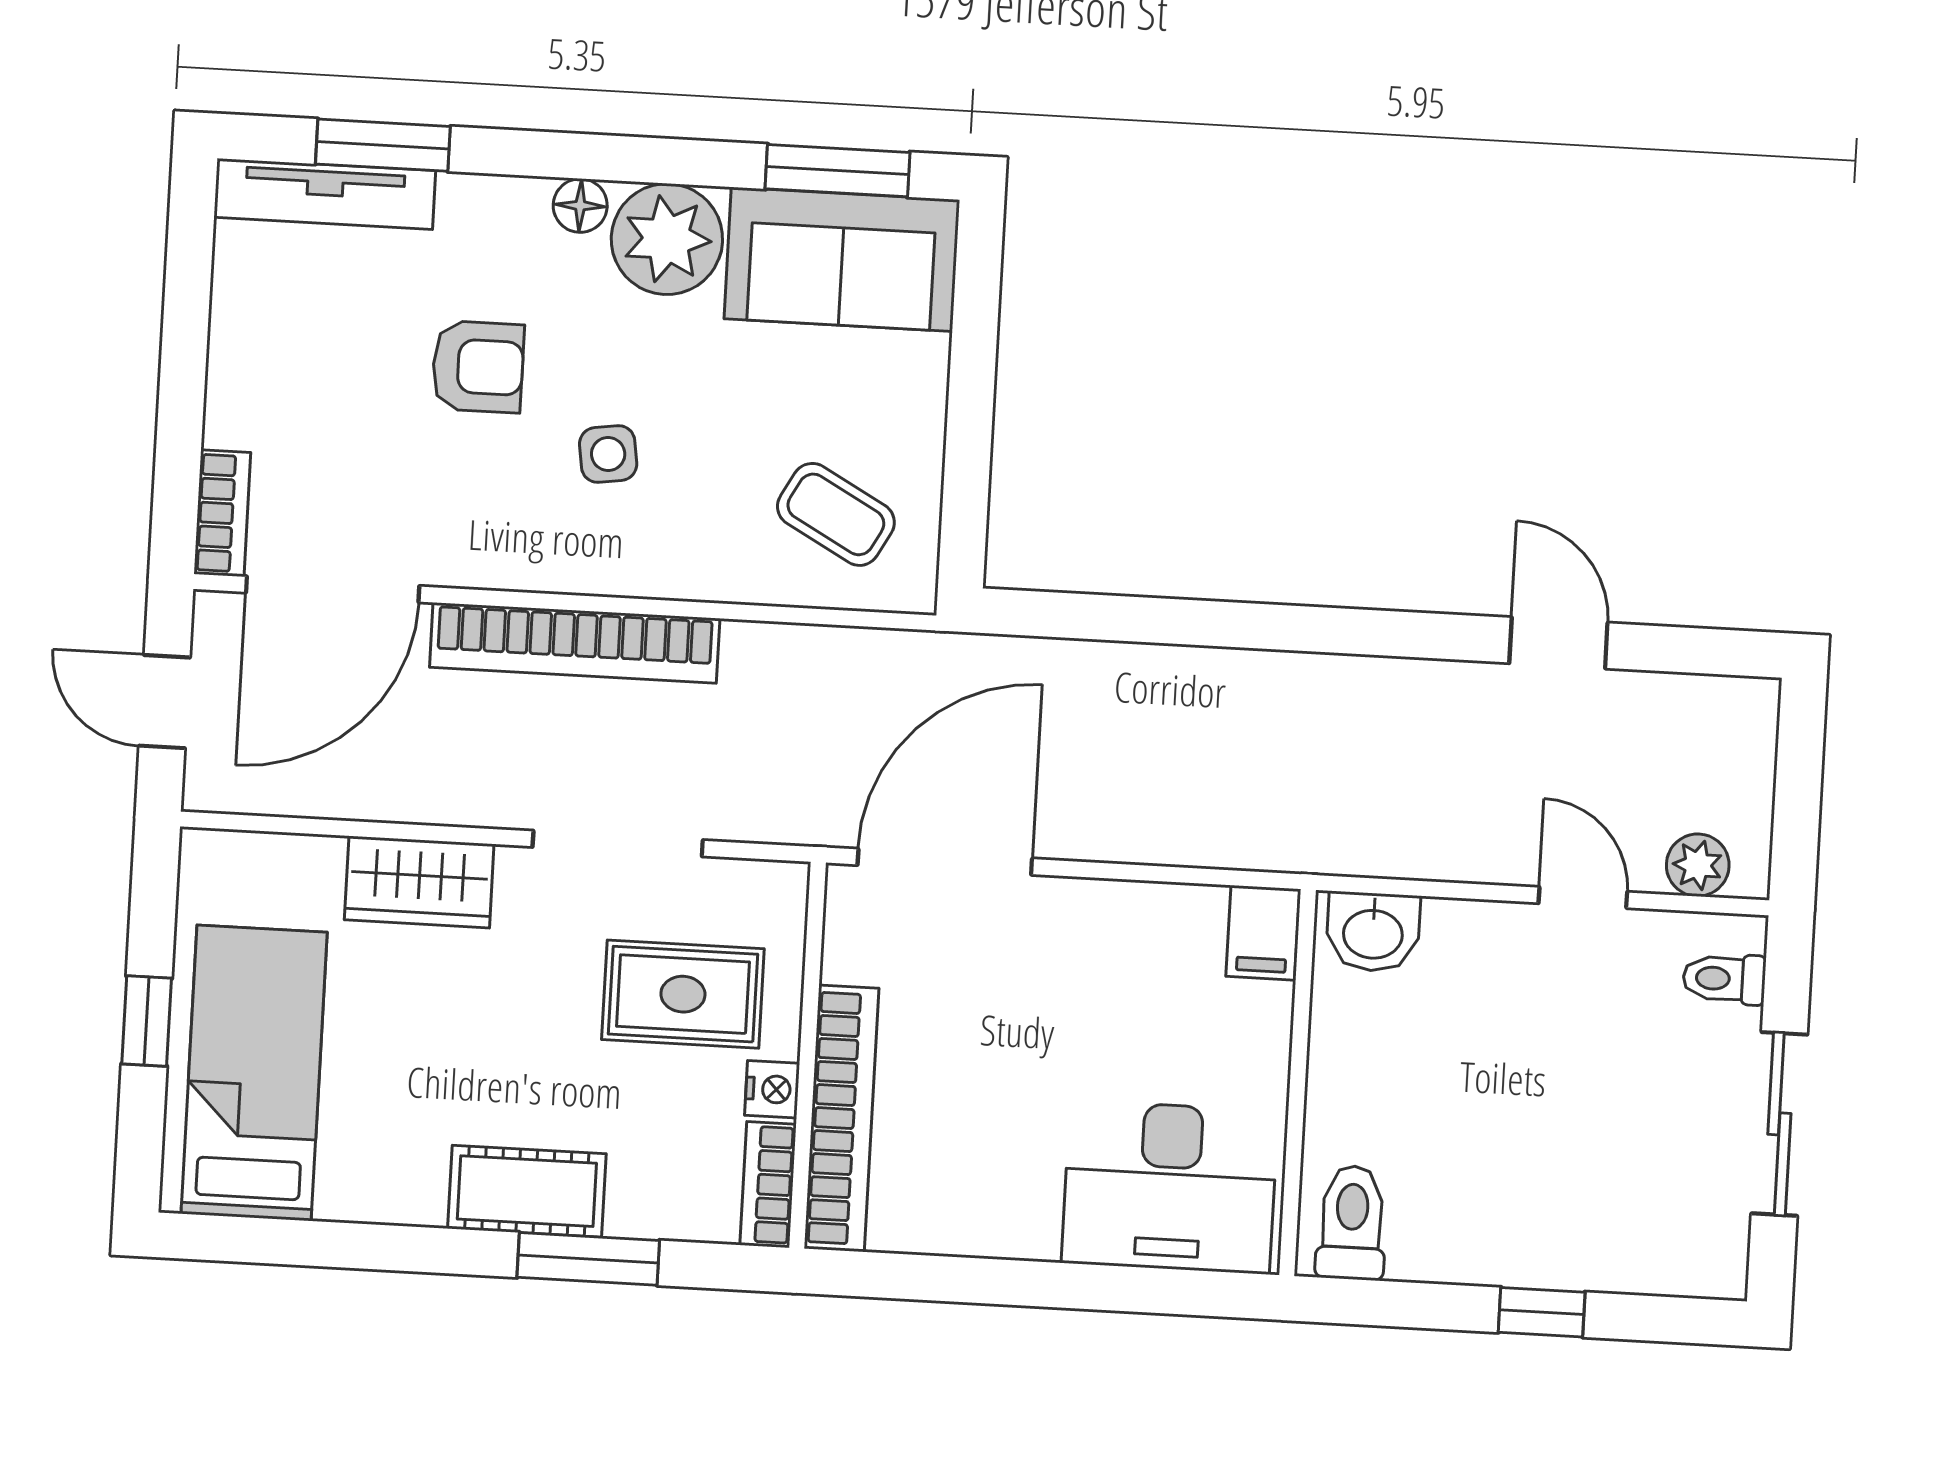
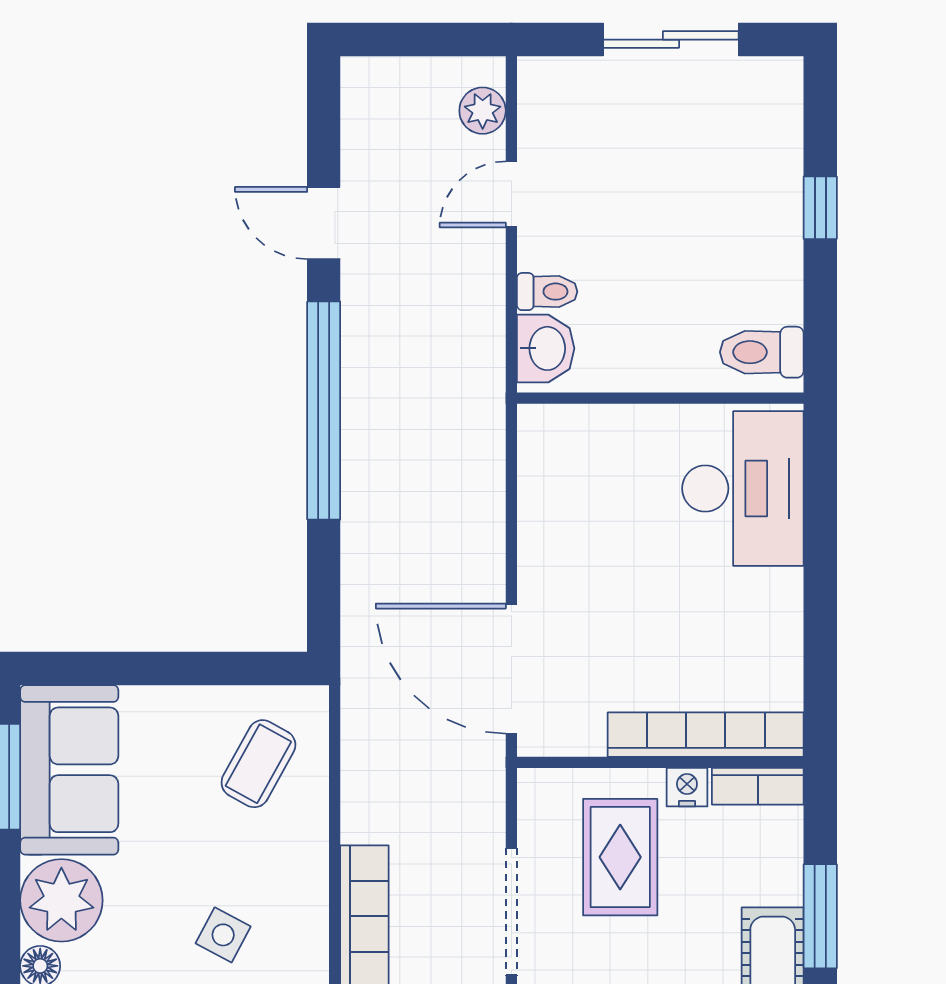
side table: (608, 454) -> (223, 935), turned 36
window: (1306, 629) -> (324, 411), added
door: (1558, 643) -> (324, 223), hinge flipped
filing cabinet: (1263, 933) -> (551, 430), removed
toilet: (1724, 979) -> (547, 292), moved, turned -90

